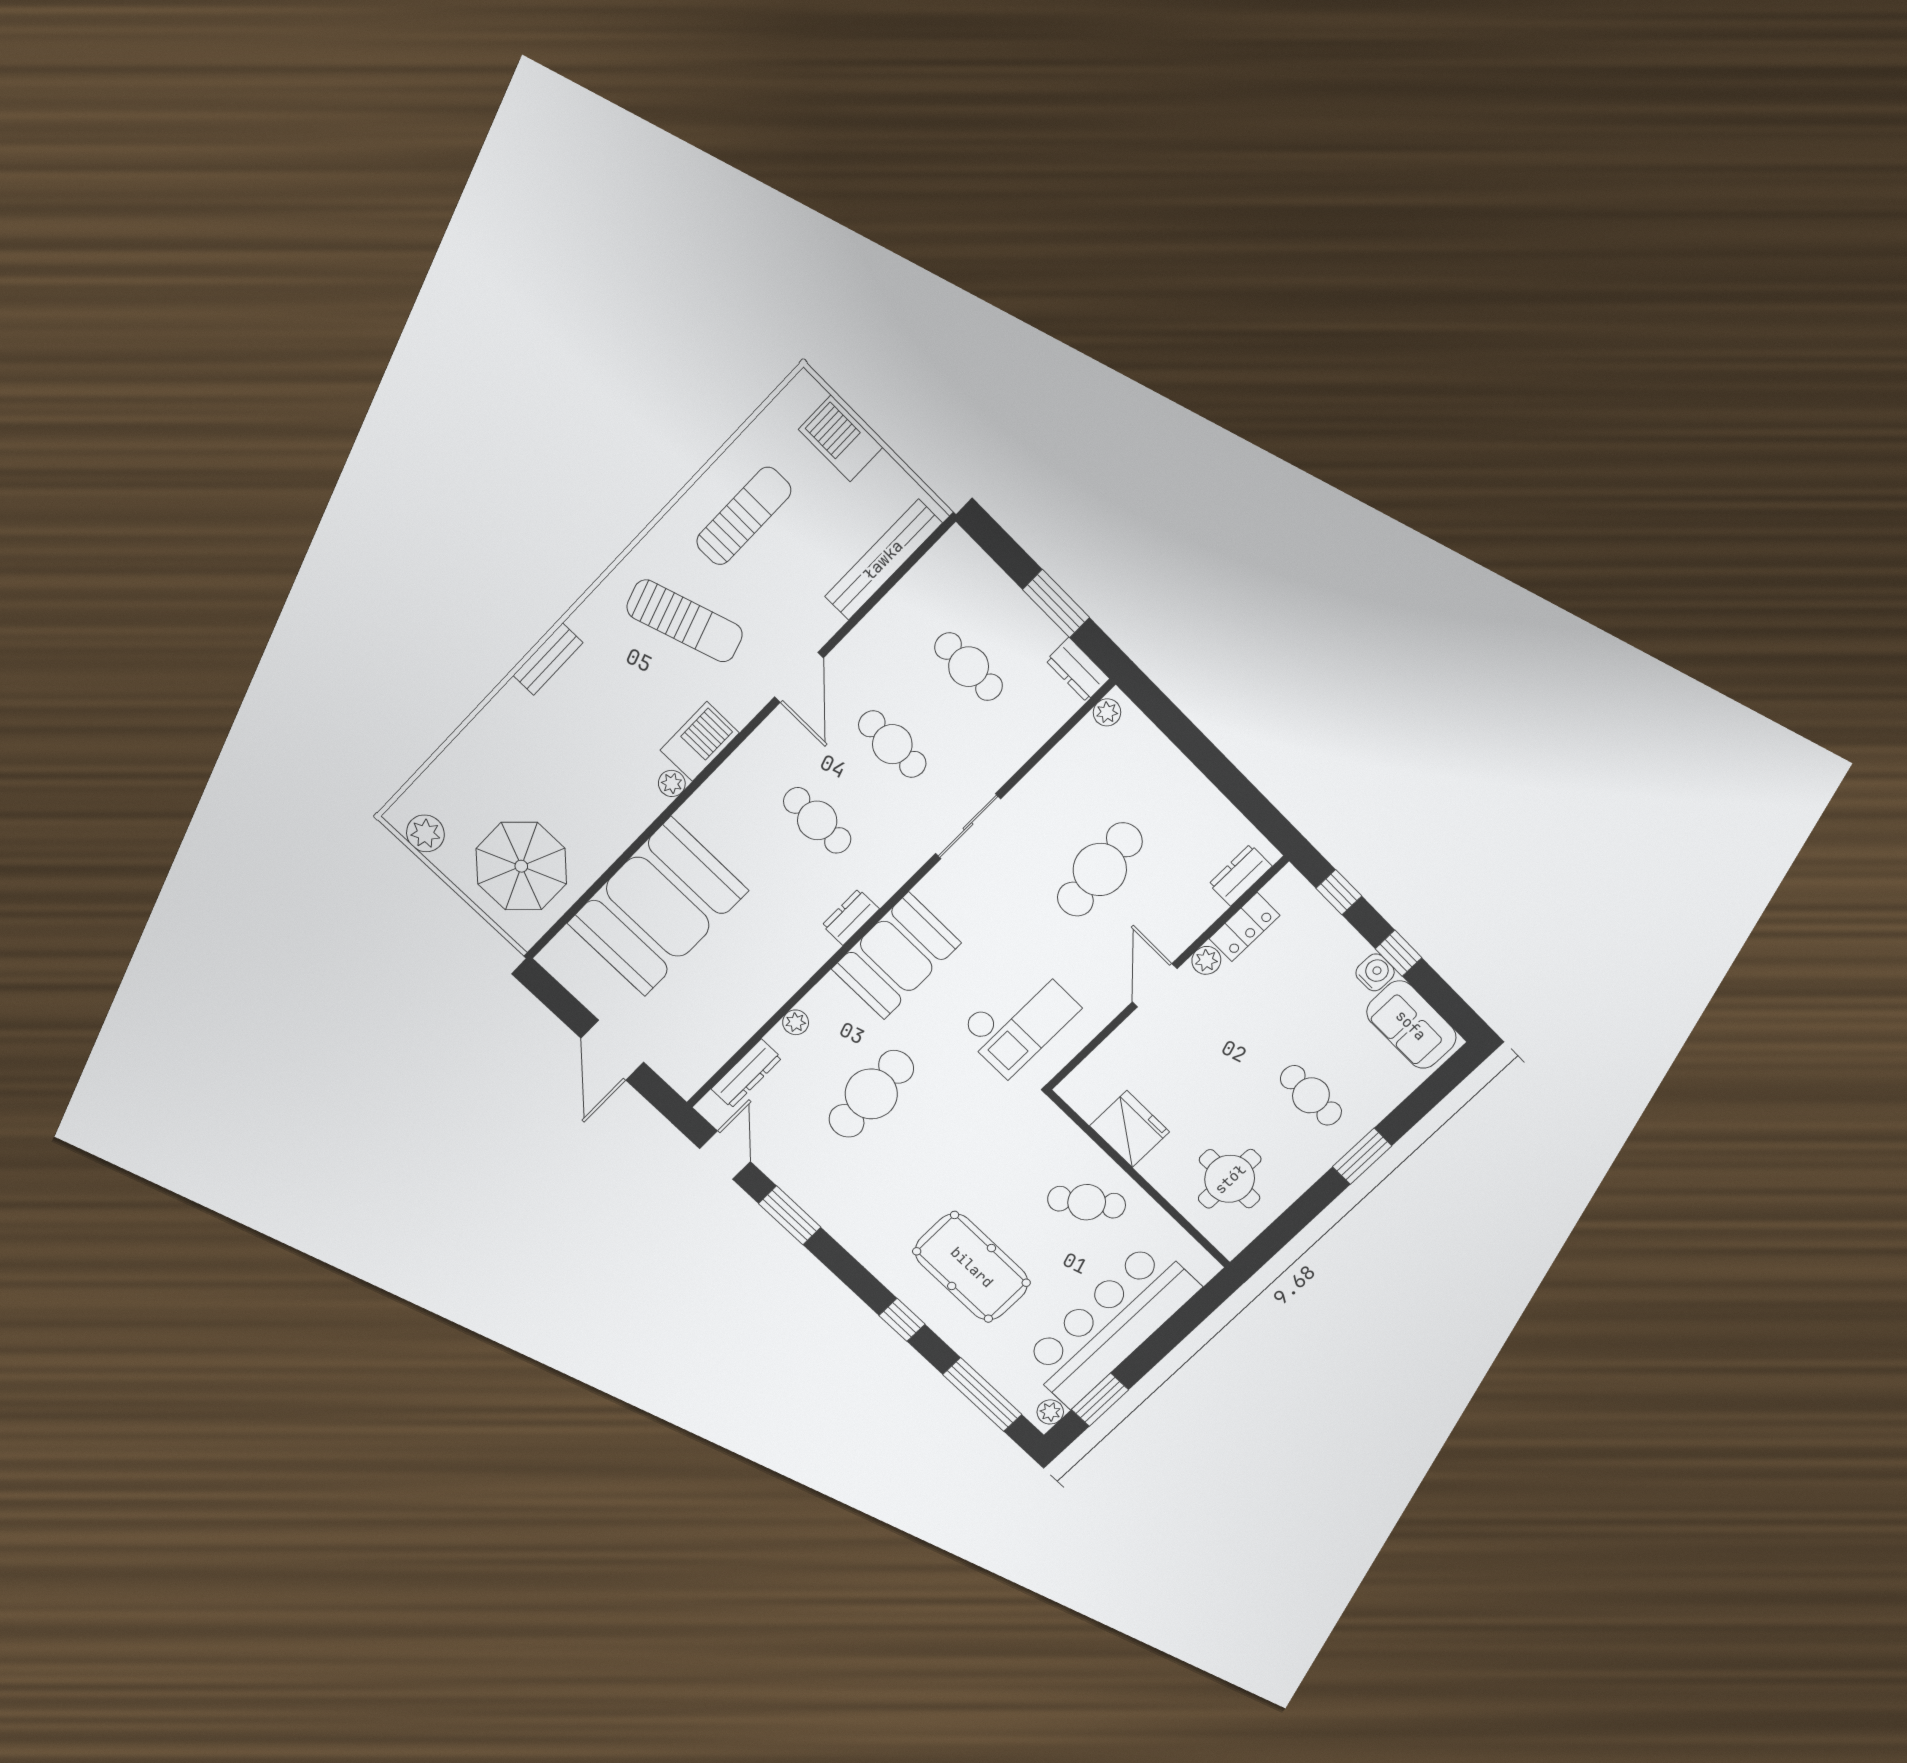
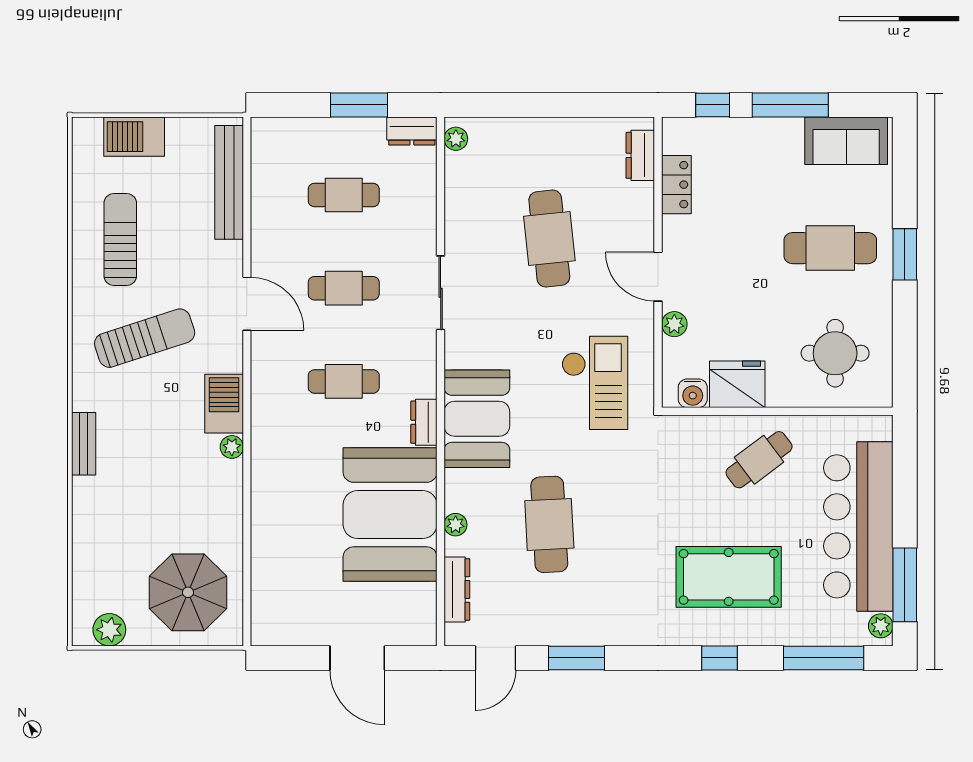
booth: (658, 907) -> (390, 515), moved
window: (1399, 953) -> (790, 105), width x2.17
plant: (1206, 960) -> (674, 324), moved
water cooler: (1375, 972) -> (693, 393), moved, turned 180
cafe table: (1311, 1095) -> (830, 248), width x1.37, depth x1.35
door: (725, 1155) -> (496, 658), swing flipped
window: (1100, 1400) -> (905, 585), width x1.44

